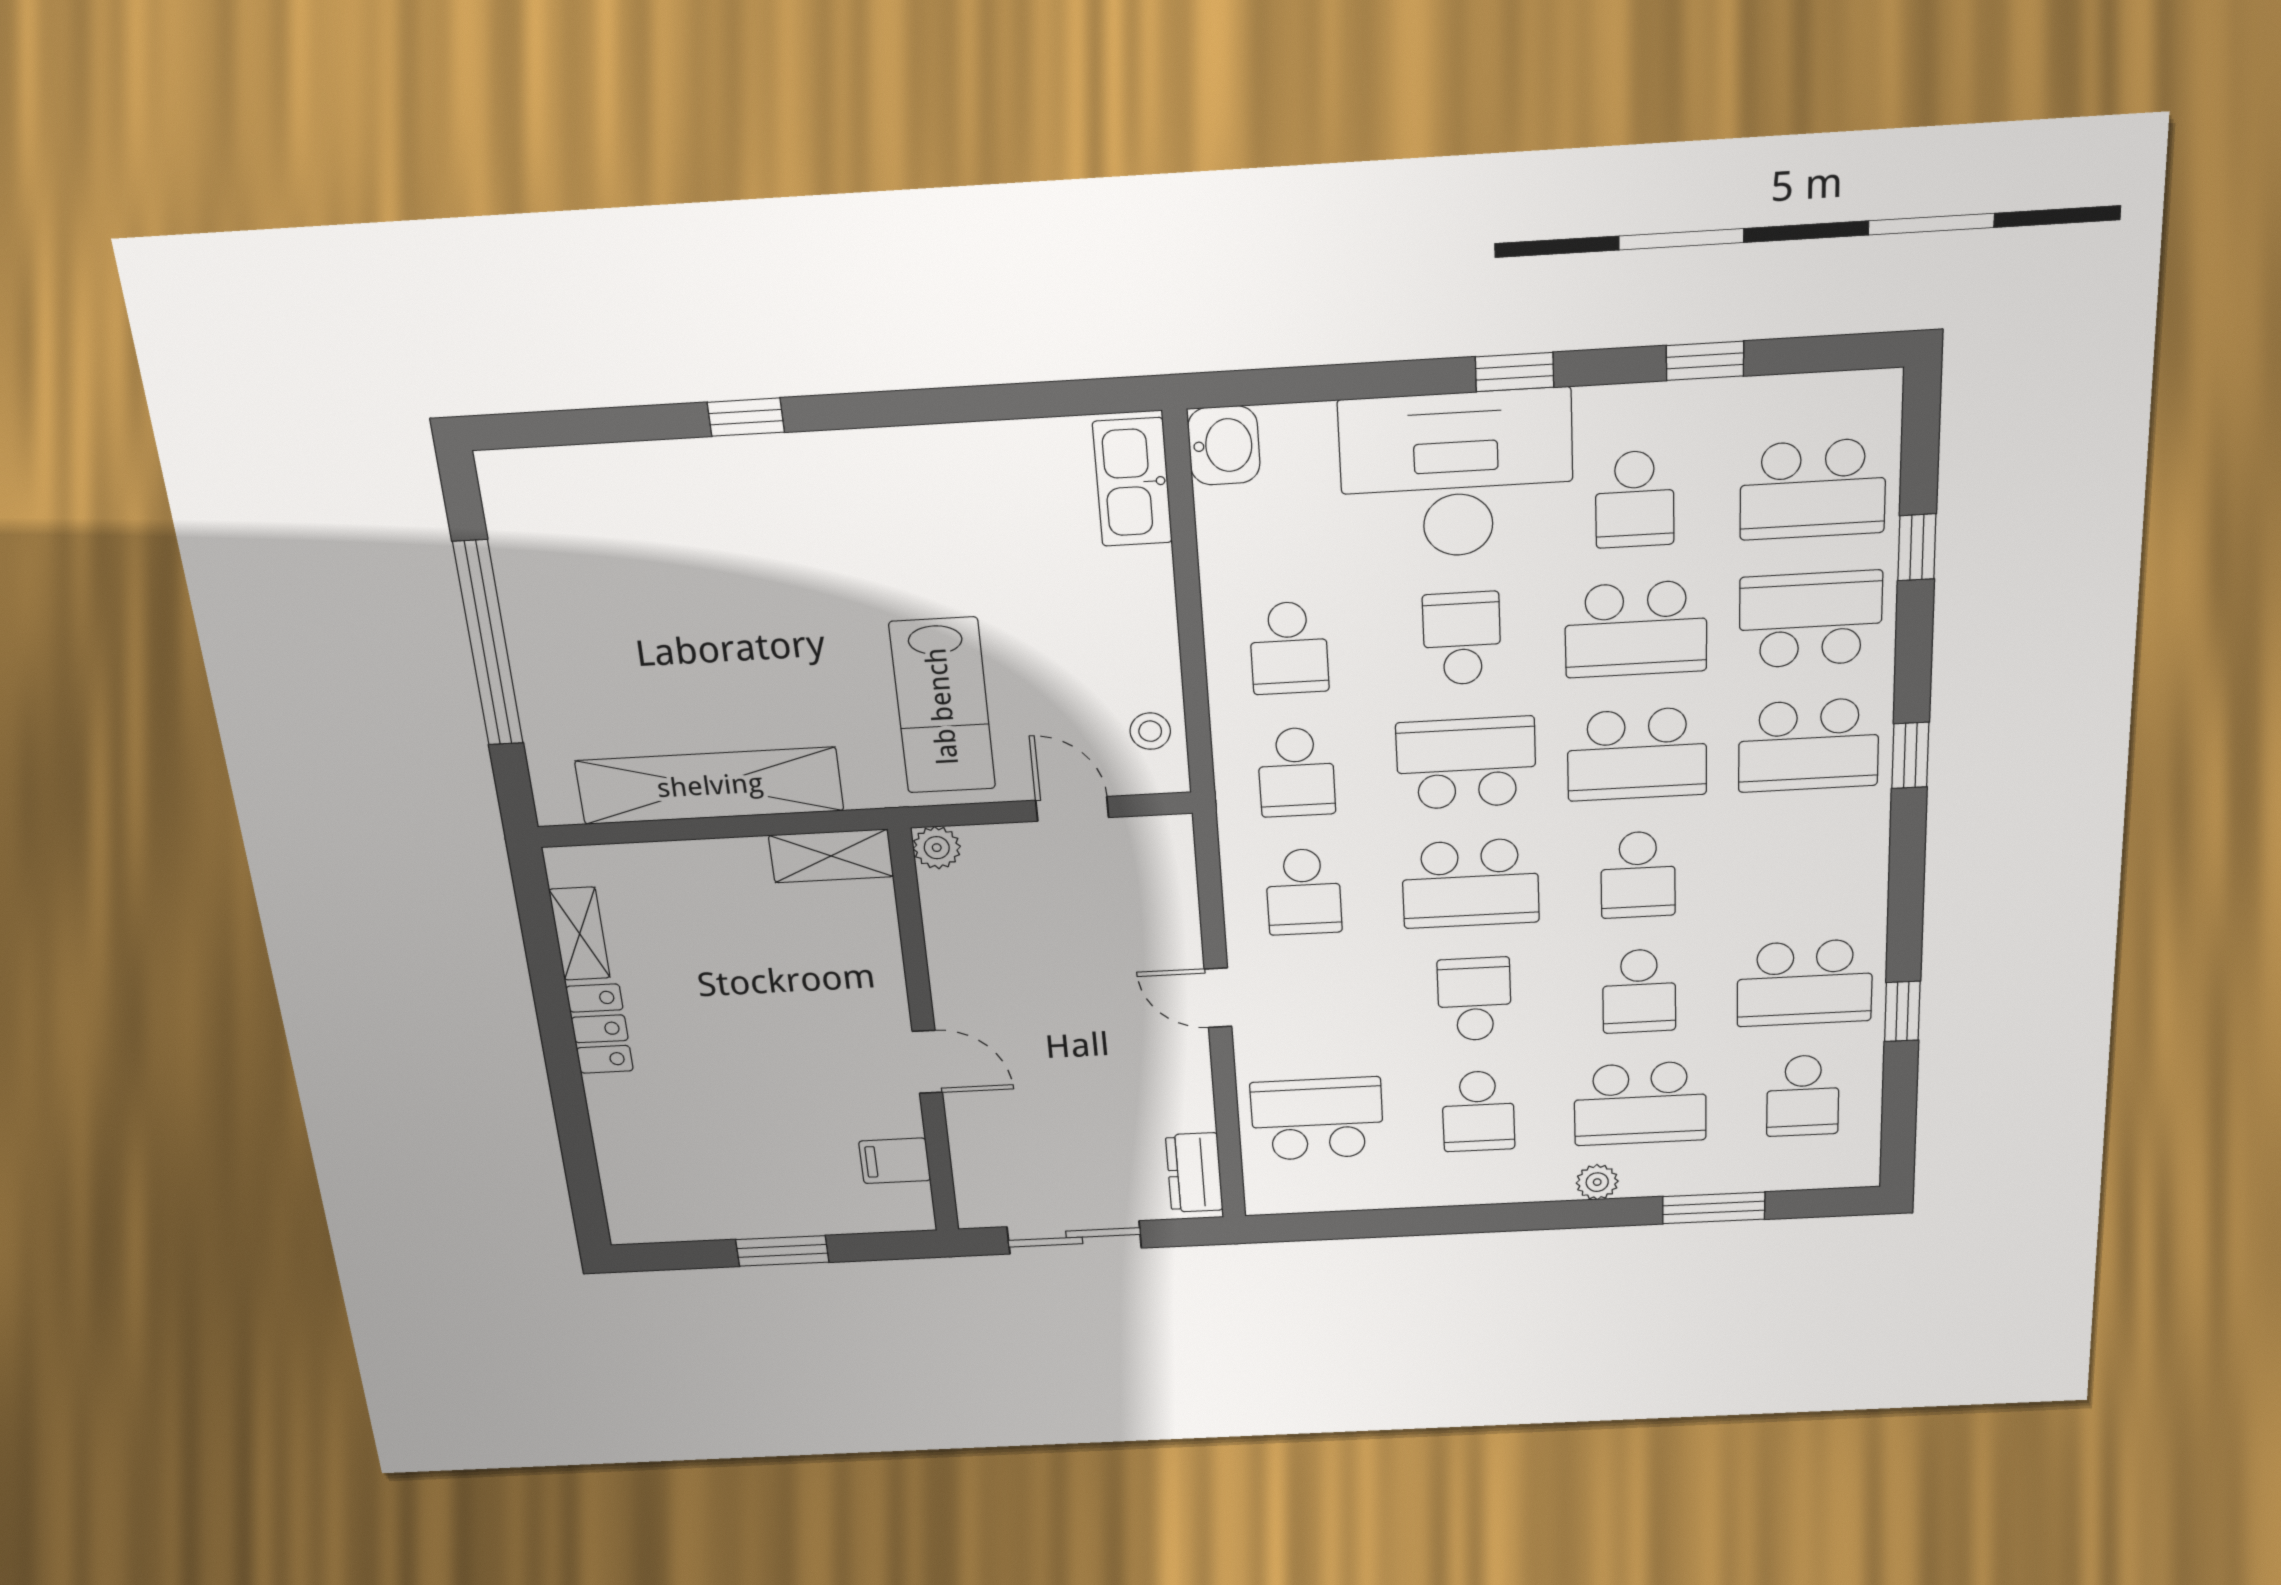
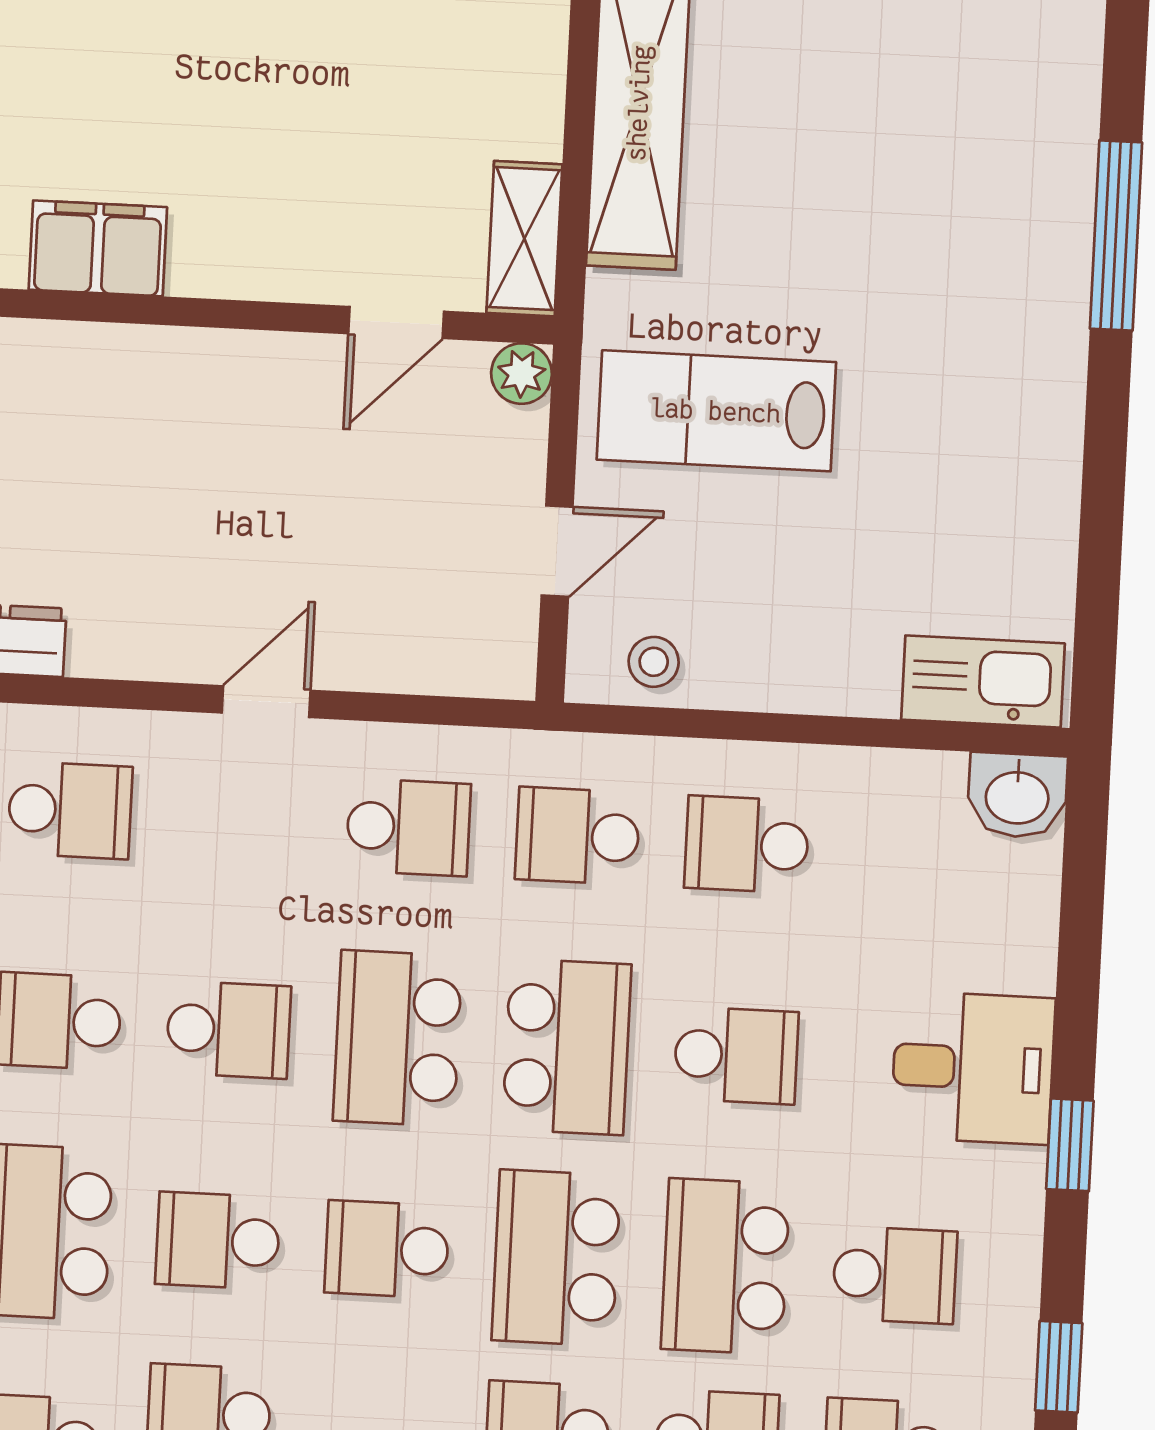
window: (746, 417) -> (1116, 236), width x2.17
desk: (1457, 475) -> (973, 1068), width x0.53, depth x0.77
school desk: (1635, 499) -> (895, 1275), turned 180
school desk: (1304, 892) -> (408, 827), turned 180
door: (927, 1062) -> (396, 323), moved
school desk: (1317, 1119) -> (70, 810), width x0.54
filing cabinet: (895, 1161) -> (98, 248), width x2.00

